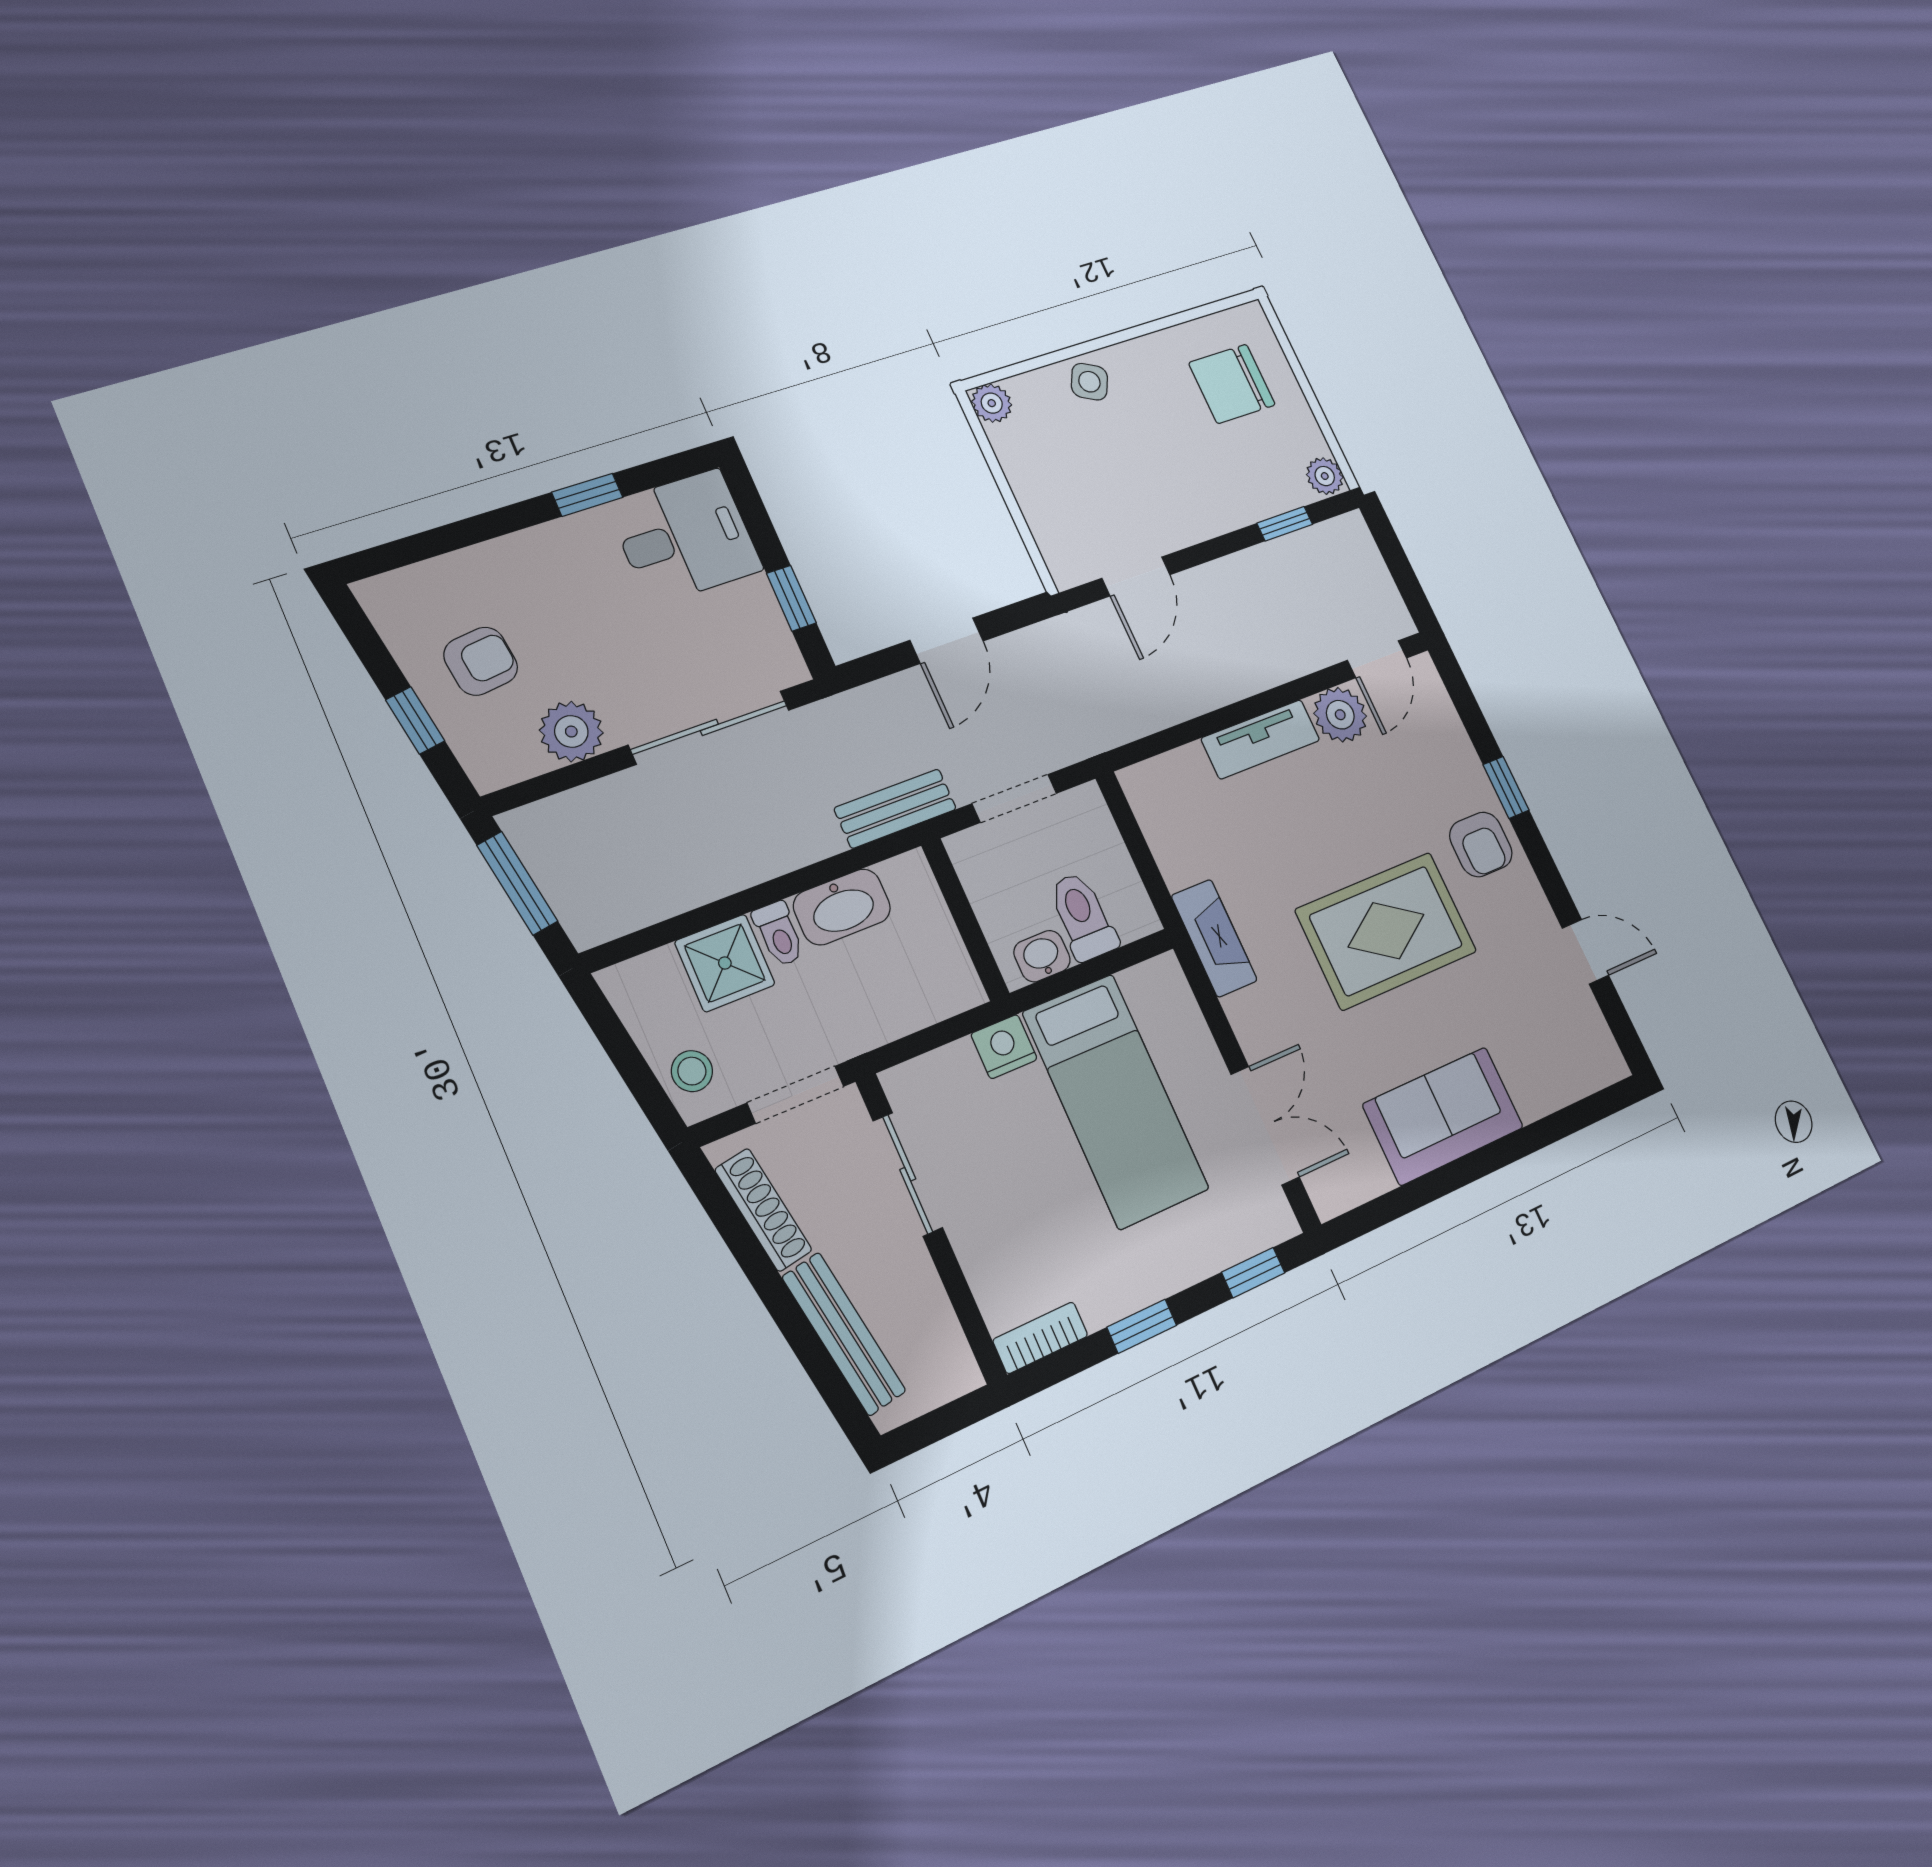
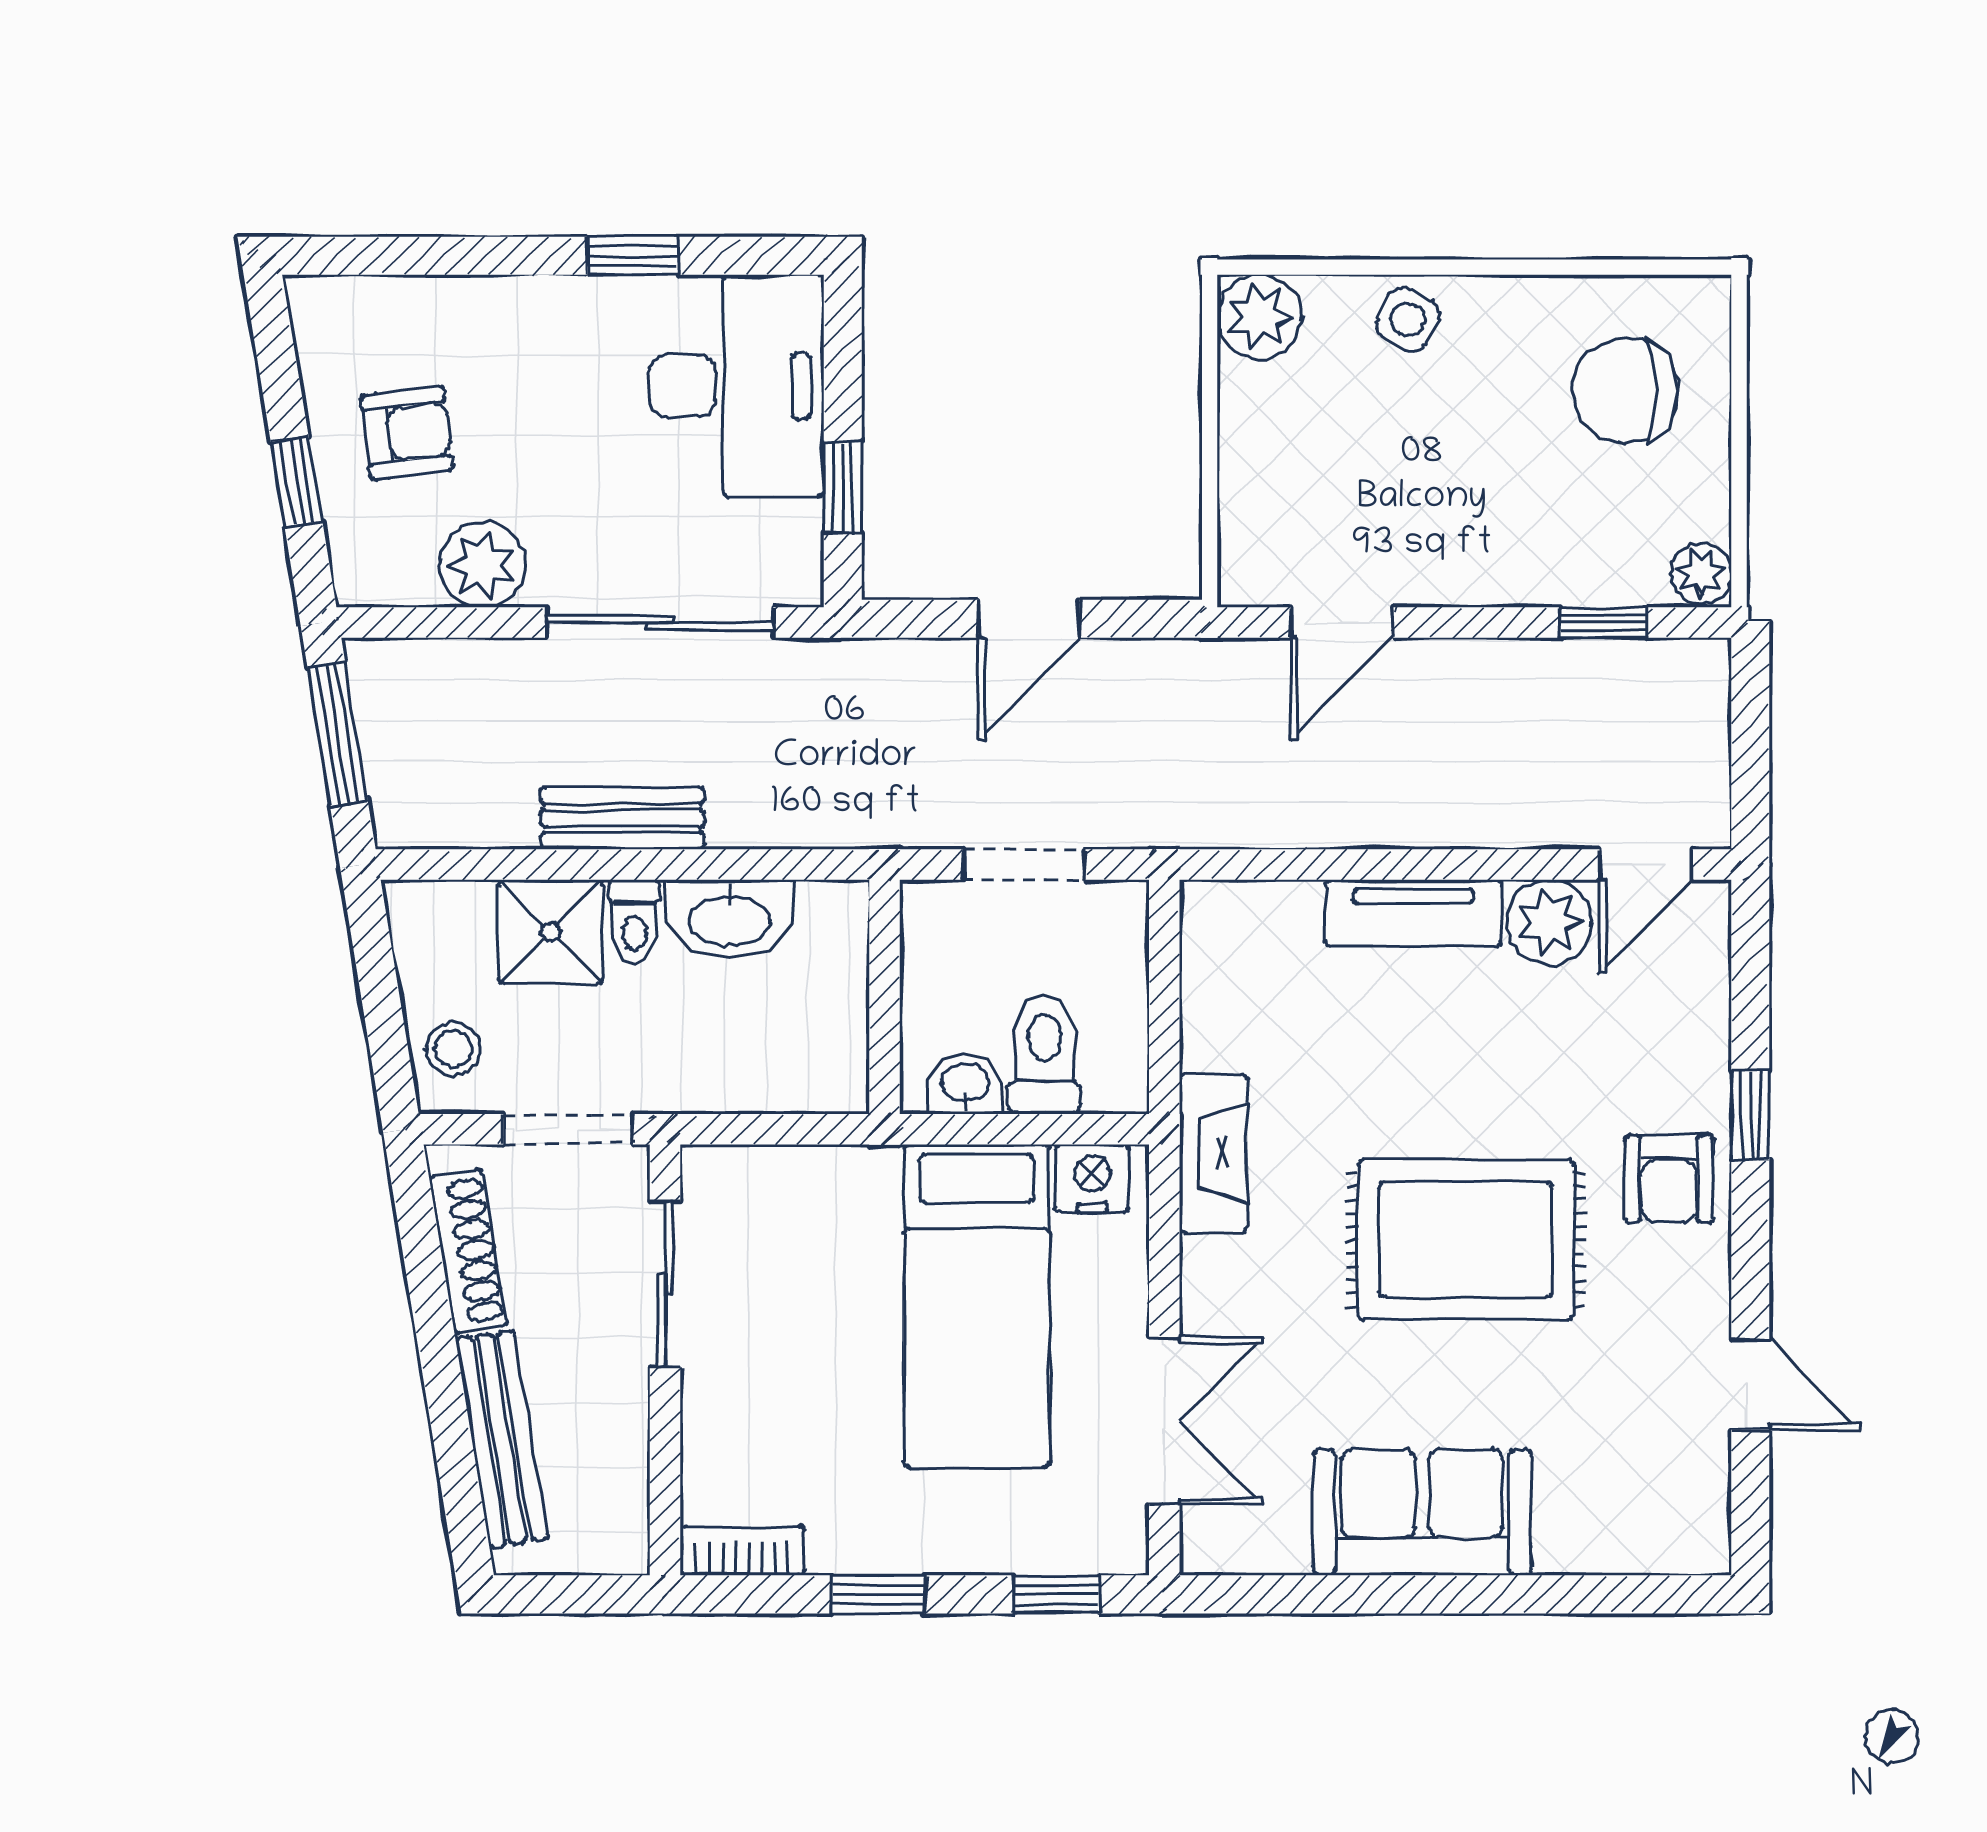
plant: (992, 403) -> (1259, 317), width x1.38, depth x1.38
desk: (685, 537) -> (737, 386), width x1.37
bench: (895, 808) -> (622, 818), moved
nightstand: (1004, 1047) -> (1092, 1178), moved

